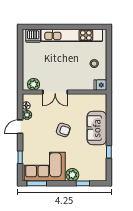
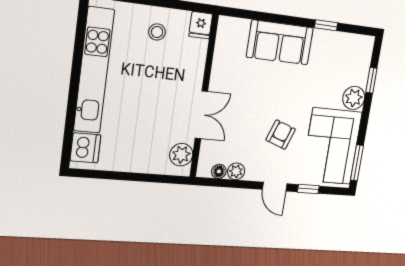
door: (20, 127) -> (275, 187), moved
armchair: (63, 130) -> (281, 135), moved

